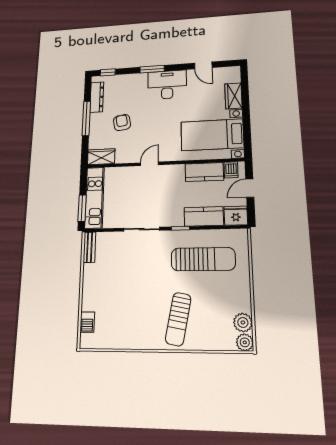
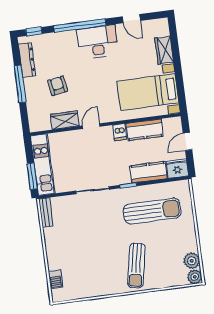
window: (152, 69) -> (80, 25), width x2.11
wardrobe: (101, 157) -> (65, 120), moved
dishwasher: (231, 170) -> (120, 132), moved

